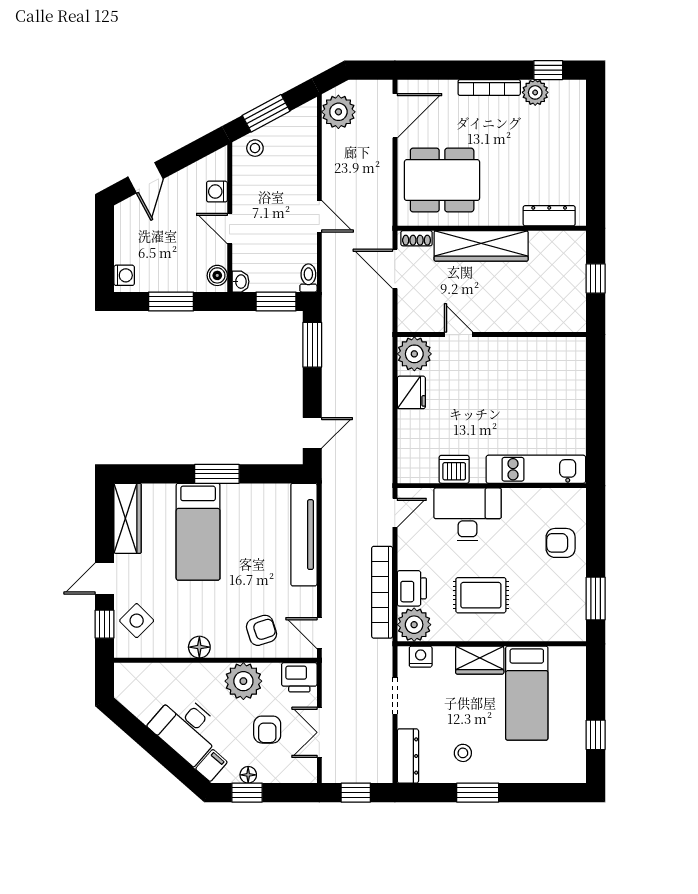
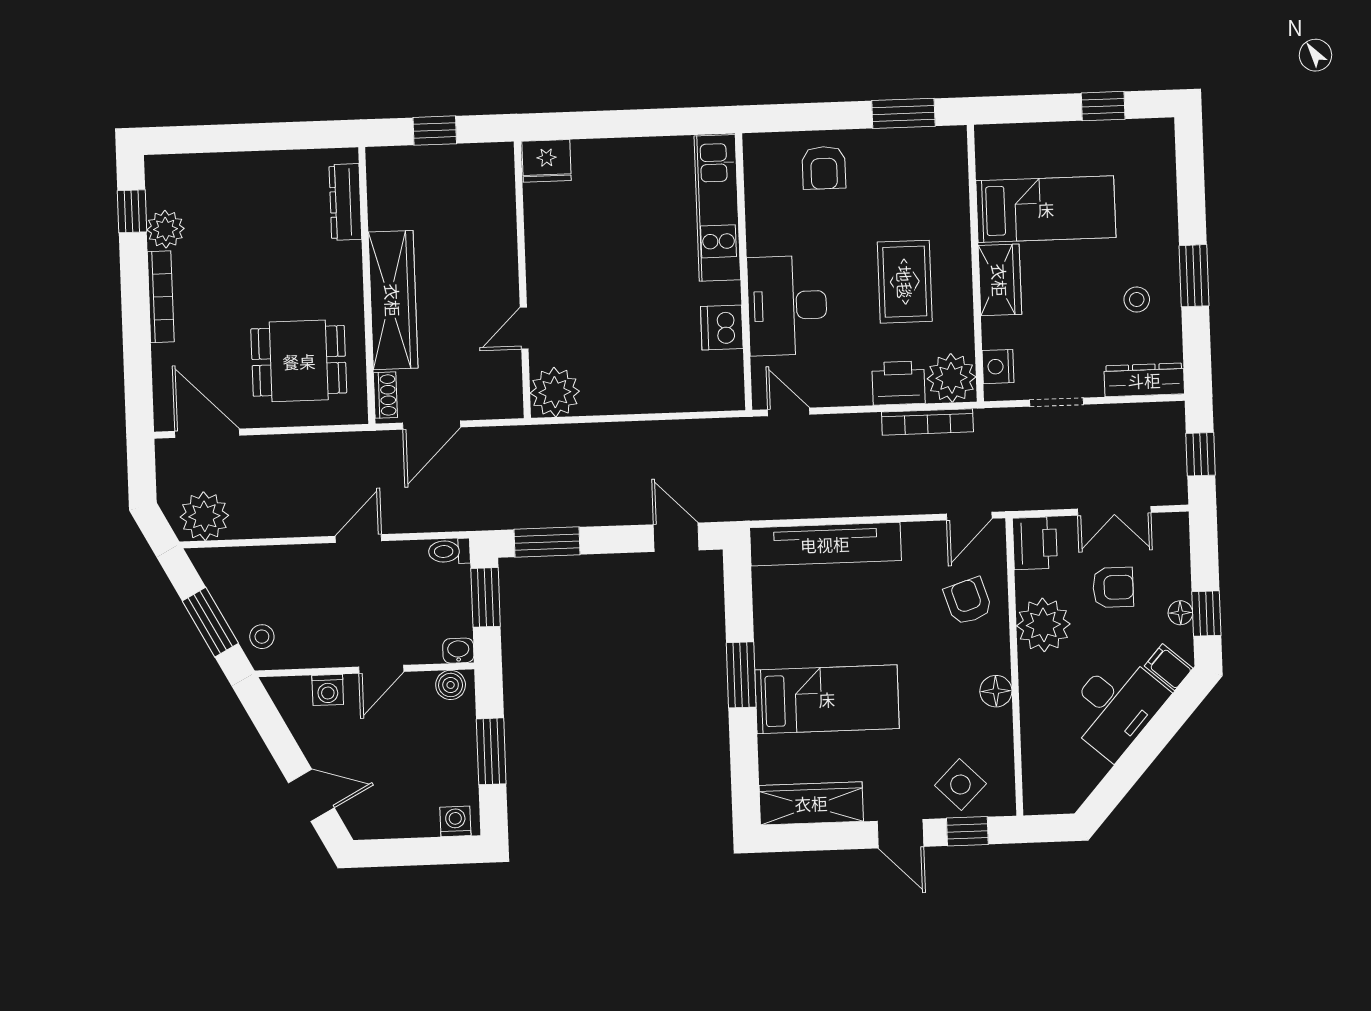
dining table: (442, 180) -> (299, 361), width x0.73
fridge: (411, 392) -> (547, 161), moved, turned 180
bookcase: (382, 592) -> (927, 422), width x0.68, depth x0.76

